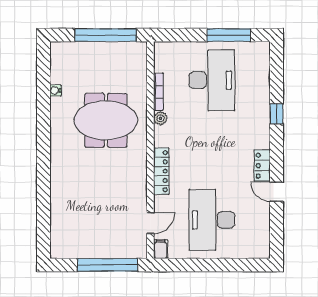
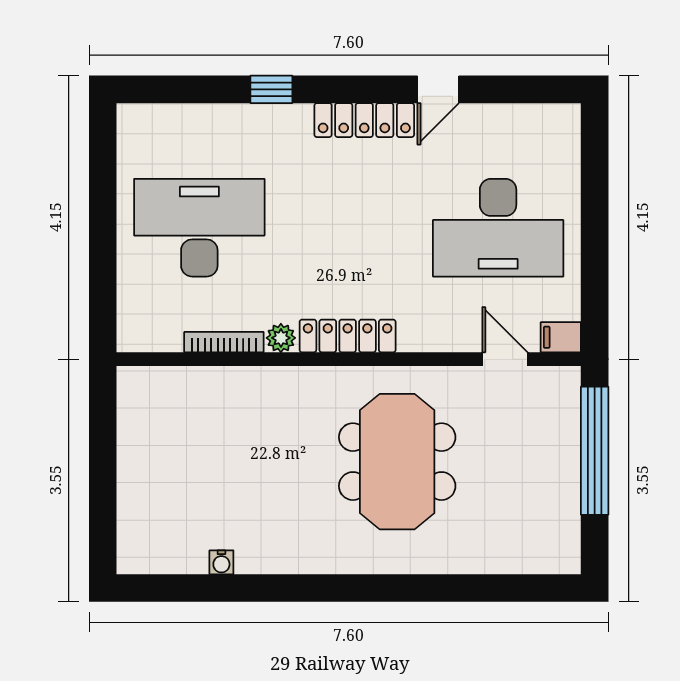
window: (106, 35) -> (103, 455), removed
window: (229, 35) -> (103, 192), removed
meeting table: (106, 120) -> (397, 462), moved
locker: (262, 166) -> (364, 120), width x1.53
locker: (161, 171) -> (348, 336), moved

